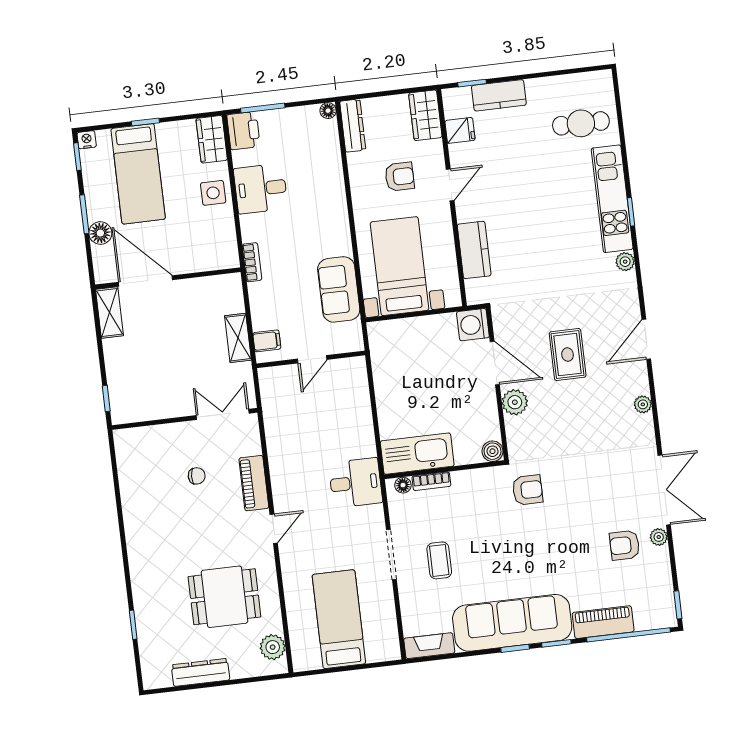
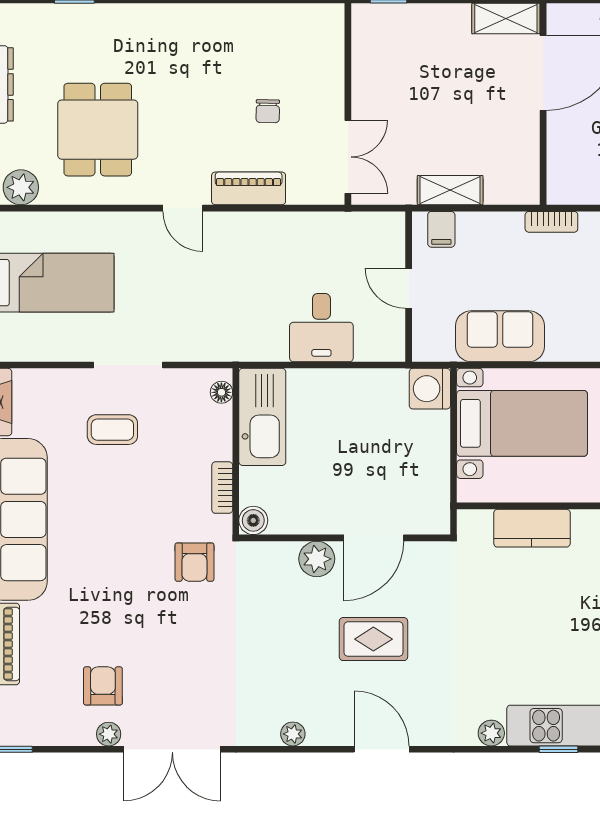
washing machine: (473, 325) -> (430, 389), moved, turned -90
bookcase: (431, 481) -> (222, 488), moved
desk: (355, 483) -> (321, 328), moved

